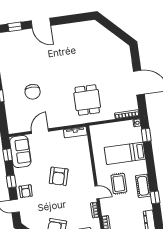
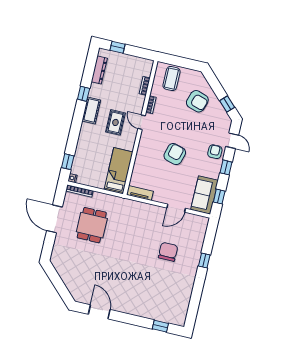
door: (41, 23) -> (99, 312), moved
dining table: (87, 100) -> (92, 225), moved
bed: (125, 153) -> (119, 171), moved, turned -90

